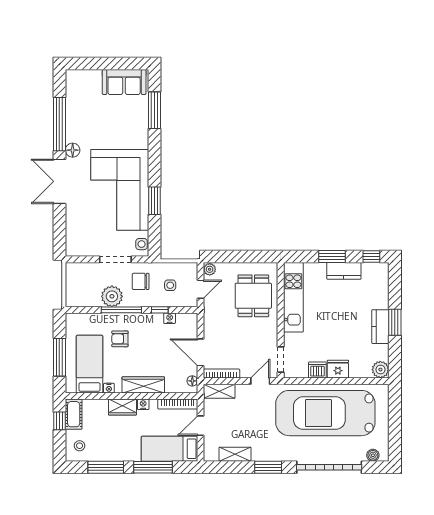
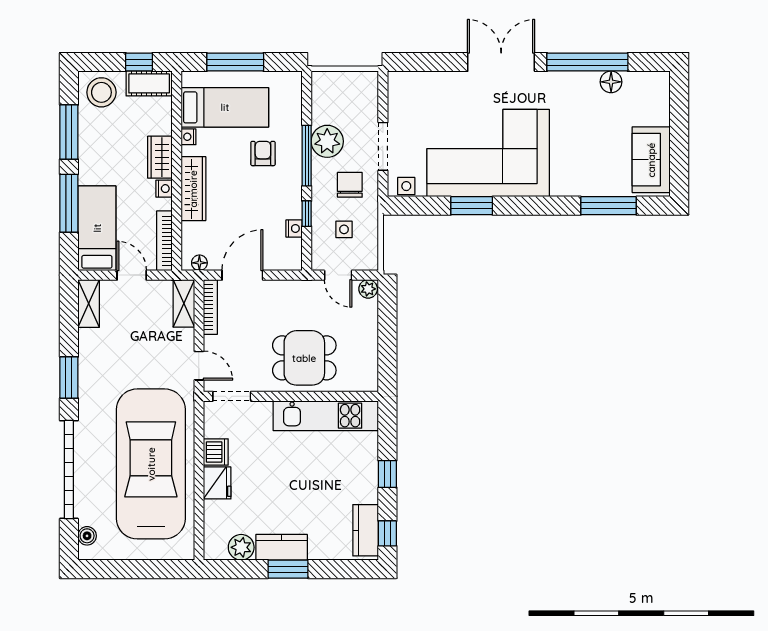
floor lamp: (73, 150) -> (611, 82), moved
window: (332, 256) -> (387, 474), width x0.67
kitchen counter: (344, 271) -> (366, 530), moved
dining table: (253, 296) -> (304, 358), moved
plant: (380, 370) -> (241, 547), moved
stool: (80, 446) -> (101, 92), width x1.89, depth x1.89
shelving: (235, 454) -> (89, 304), moved

